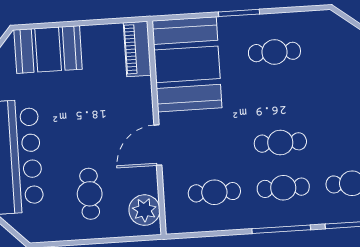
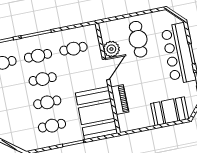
piano: (137, 49) -> (120, 100), moved
cafe table: (277, 97) -> (47, 102), added
cafe table: (90, 194) -> (138, 39), width x1.37, depth x1.35
plant: (144, 210) -> (111, 49), moved

